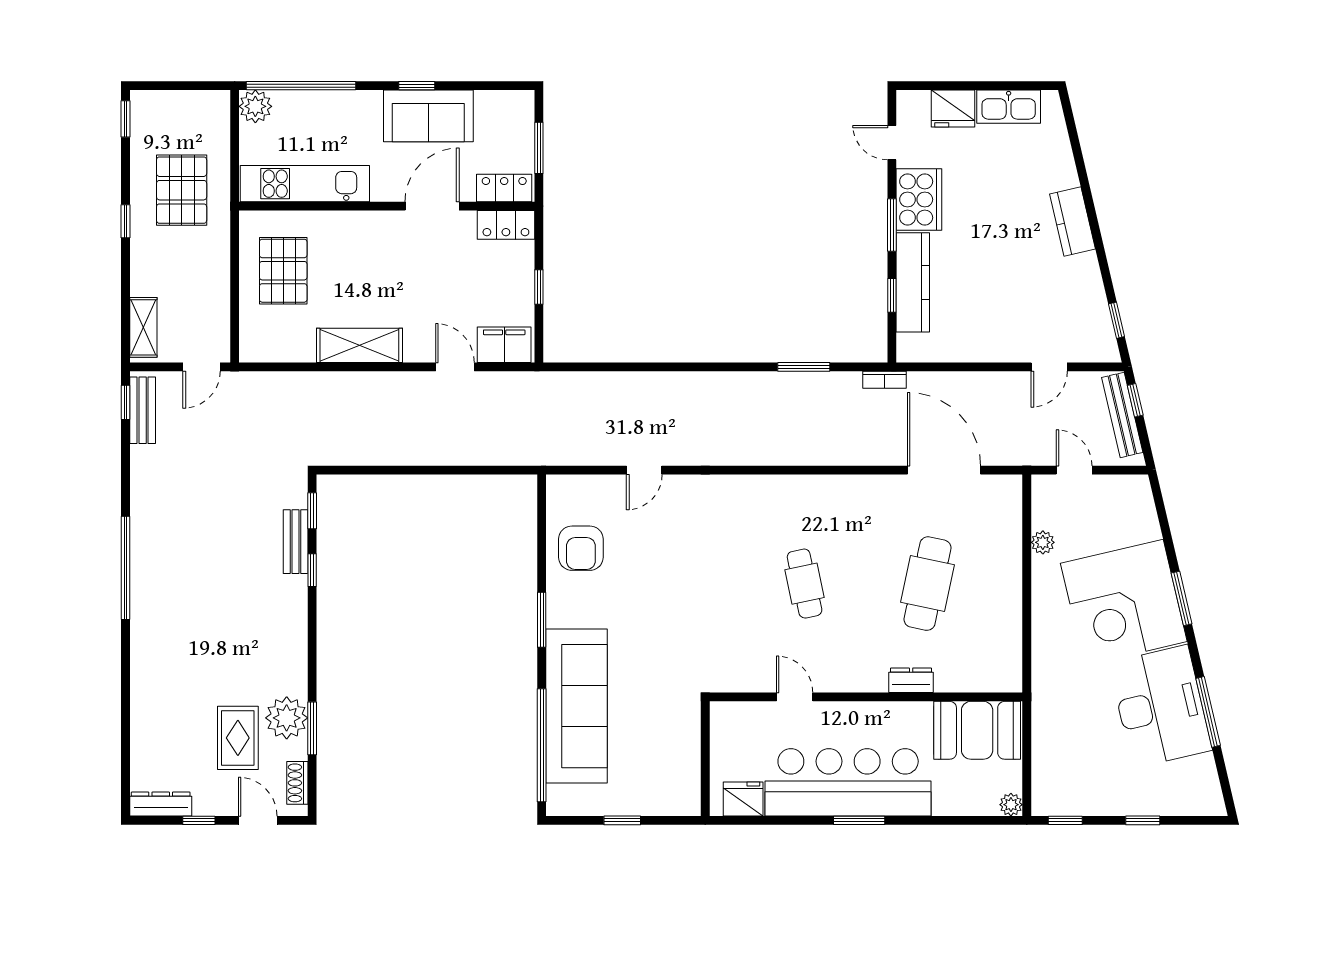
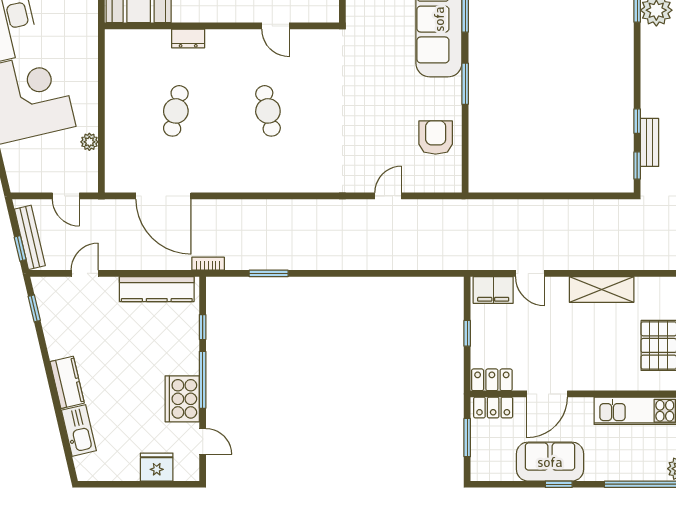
kitchen sink: (1009, 107) -> (79, 430), moved, turned 77
window: (892, 225) -> (203, 380), width x1.44
kitchen counter: (913, 282) -> (157, 289), moved, turned -90
cafe table: (927, 584) -> (176, 111), width x0.73, depth x0.74

